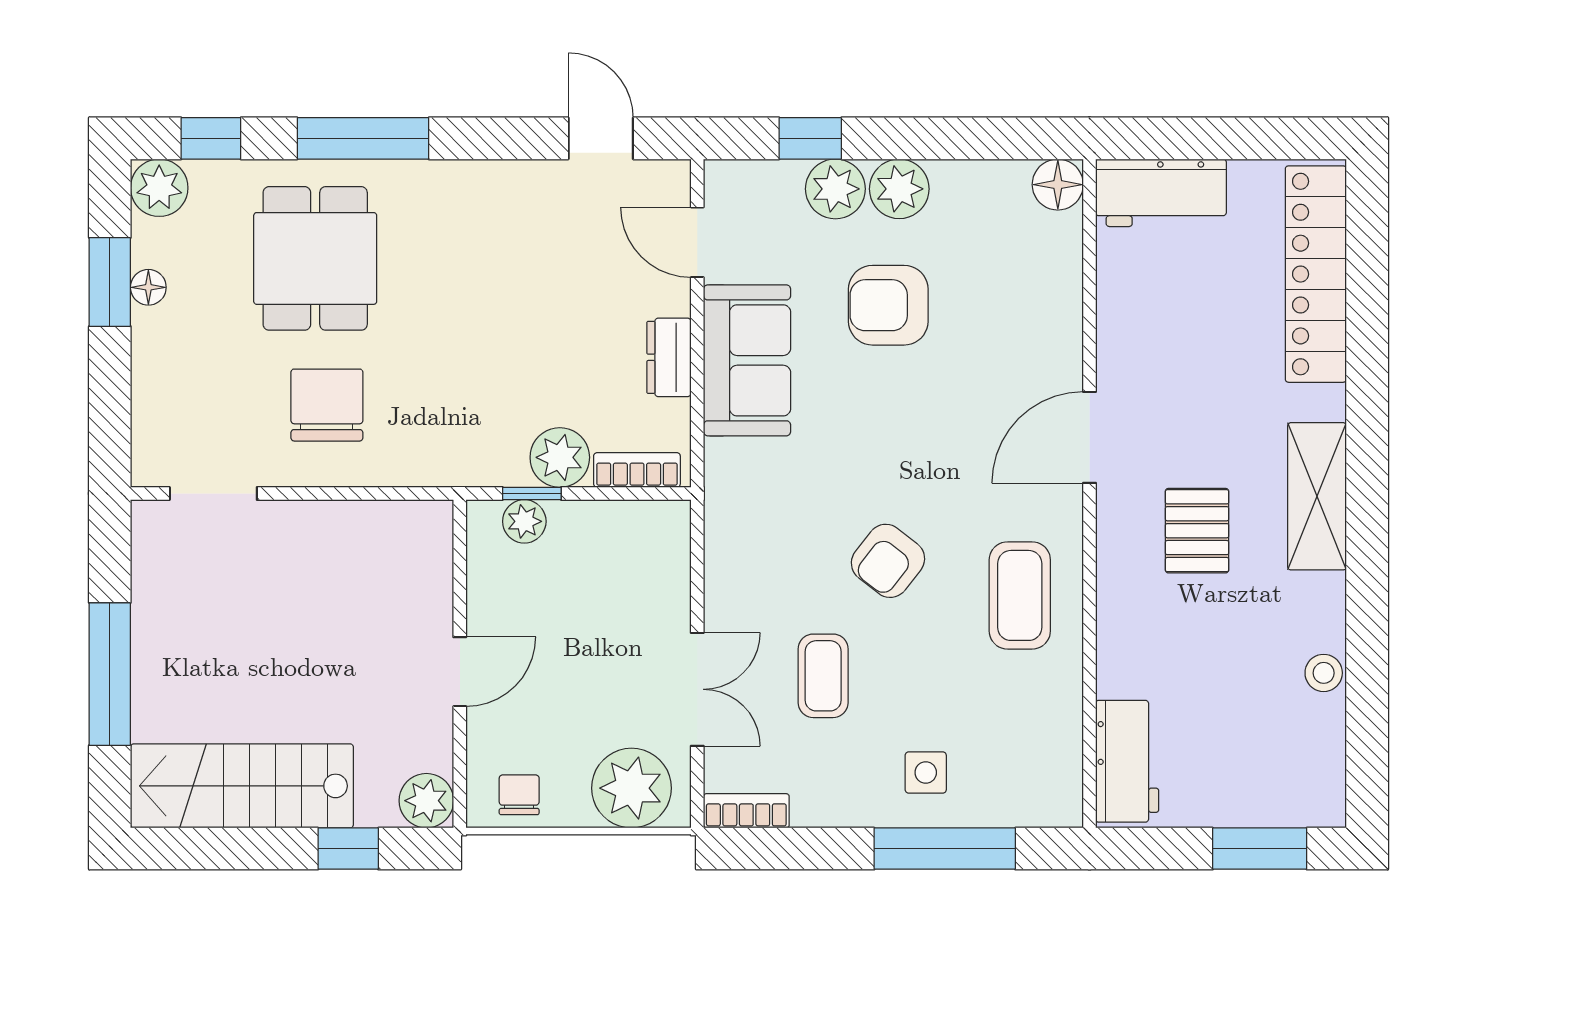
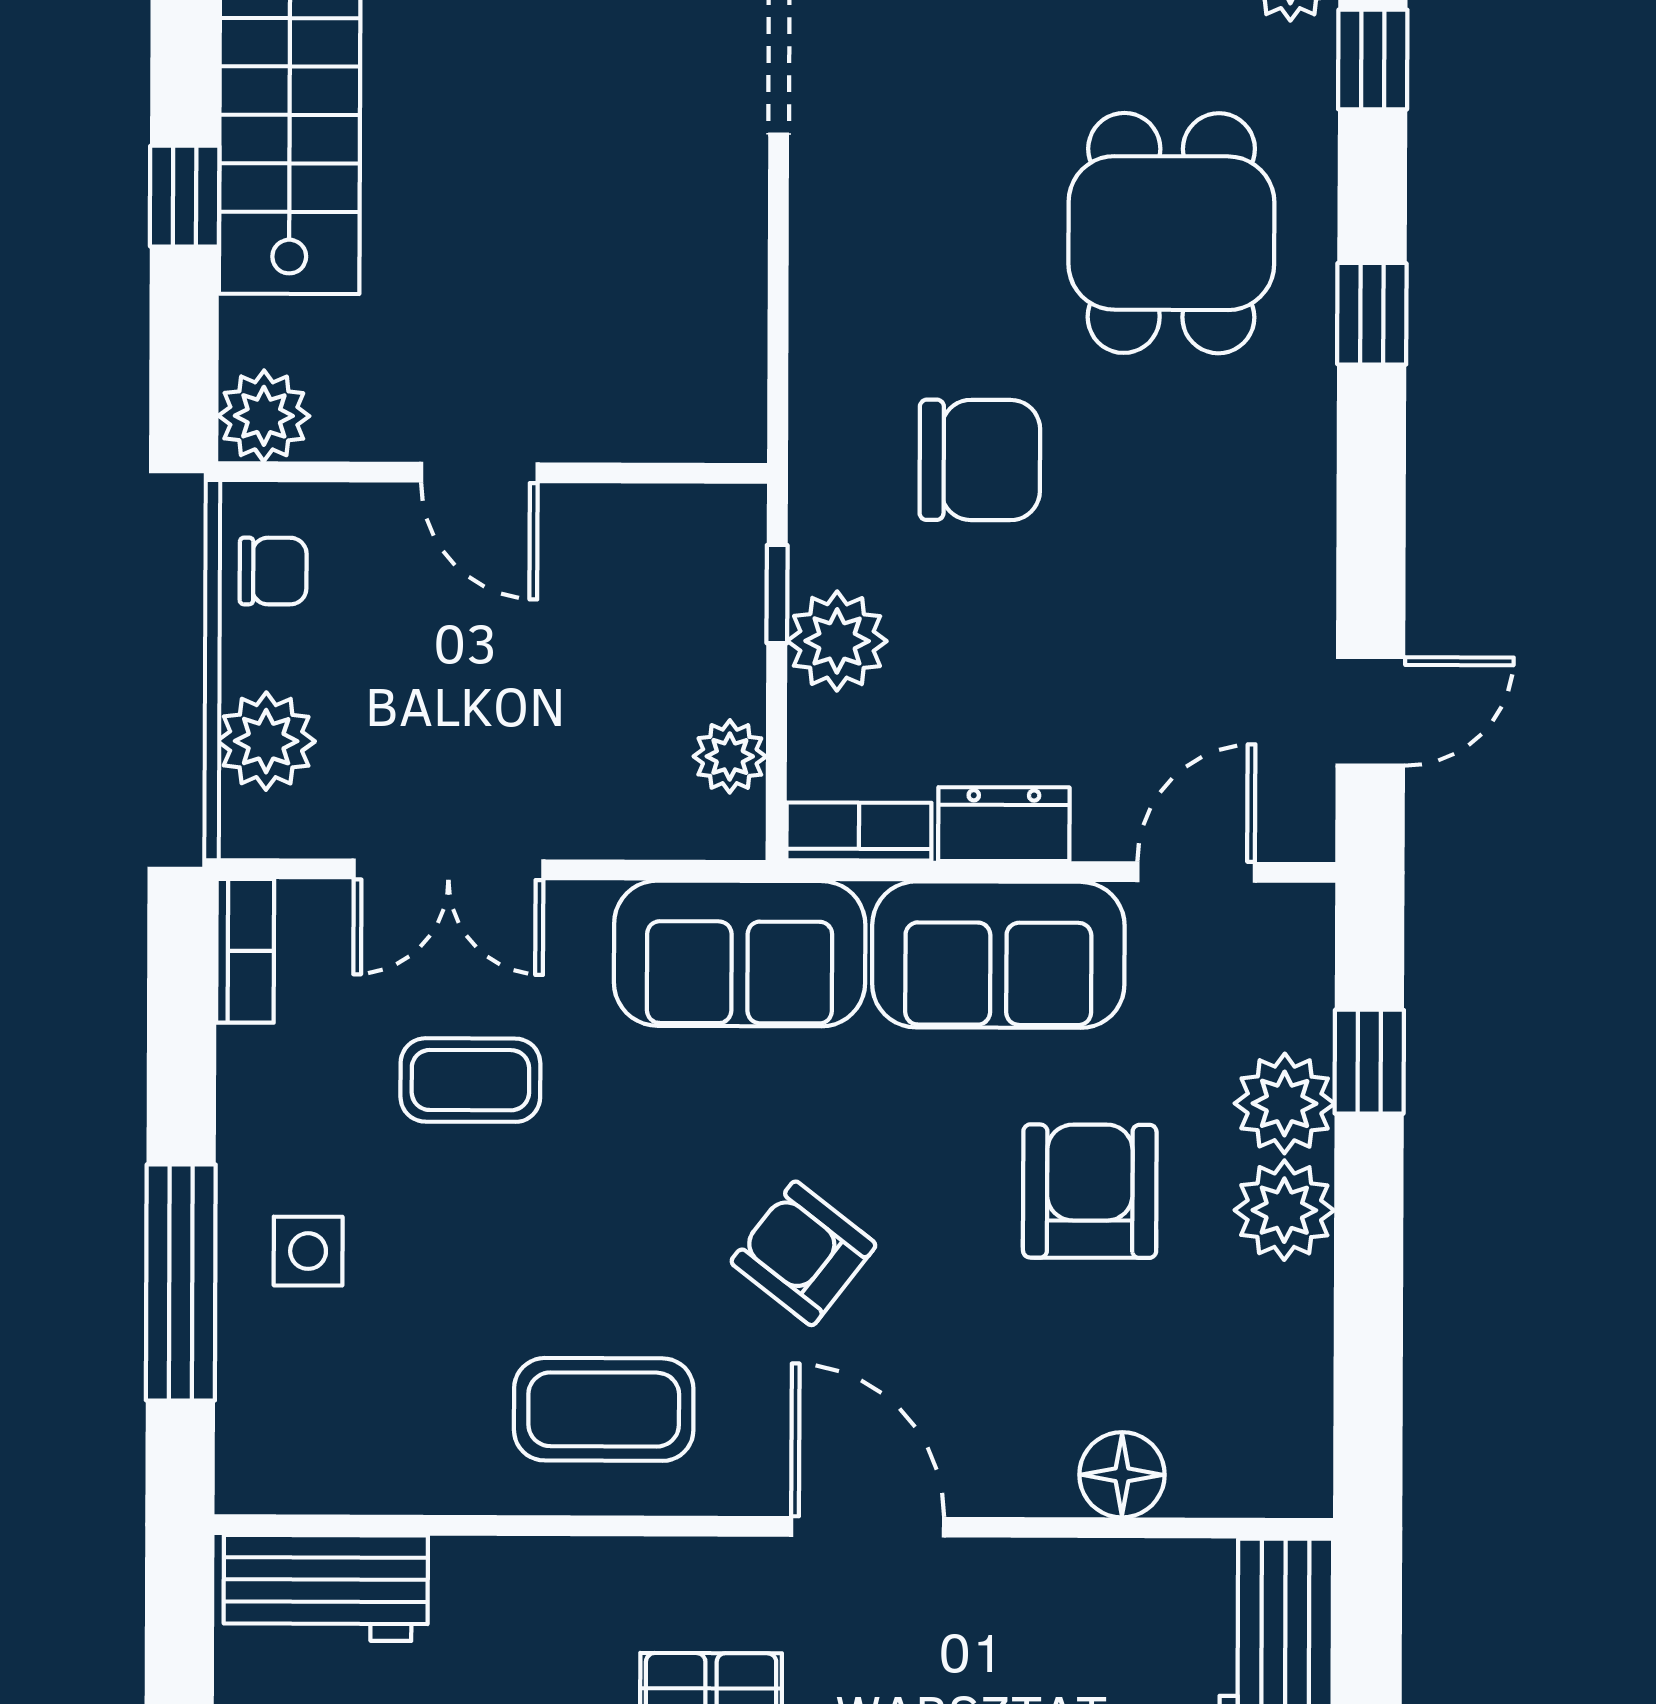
window: (363, 138) -> (1372, 314), width x0.46
floor lamp: (1058, 185) -> (1122, 1475), moved
dining table: (315, 258) -> (1171, 233), turned 90
chair: (327, 405) -> (980, 460), moved
bookcase: (637, 470) -> (859, 832), moved, turned -90
sofa: (747, 515) -> (740, 953), added
plant: (524, 521) -> (730, 756), moved
armchair: (888, 561) -> (803, 1253), moved
plant: (631, 788) -> (266, 741), width x0.73, depth x0.73
window: (348, 849) -> (185, 196), moved

